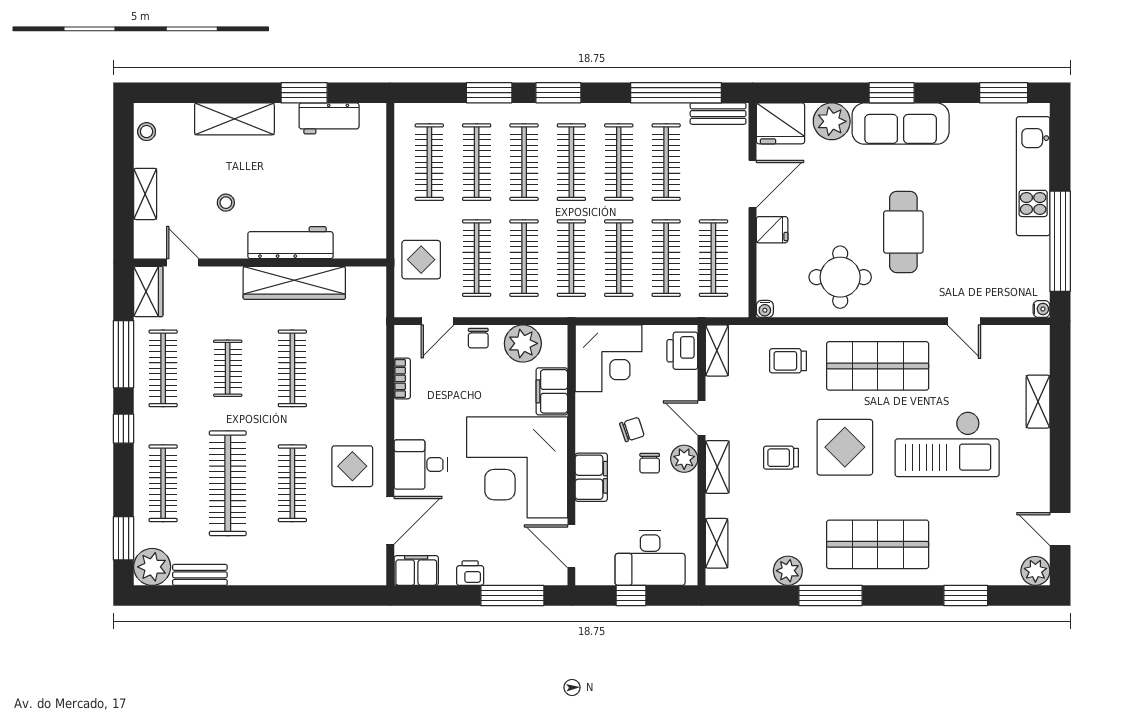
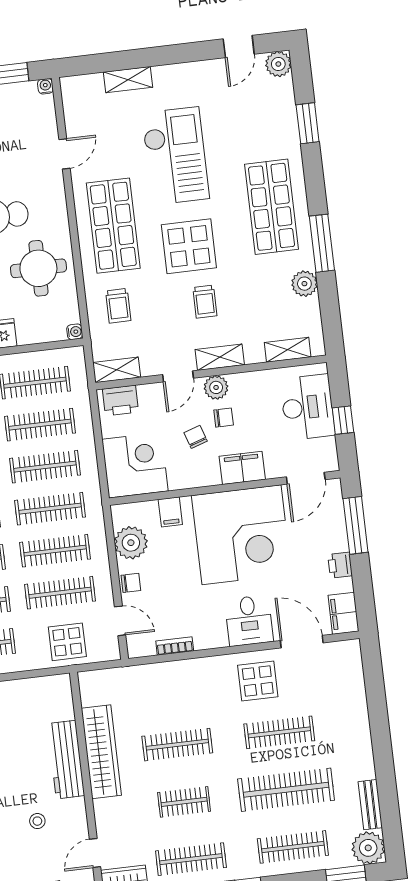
filing cabinet: (552, 391) -> (170, 512), width x0.50

